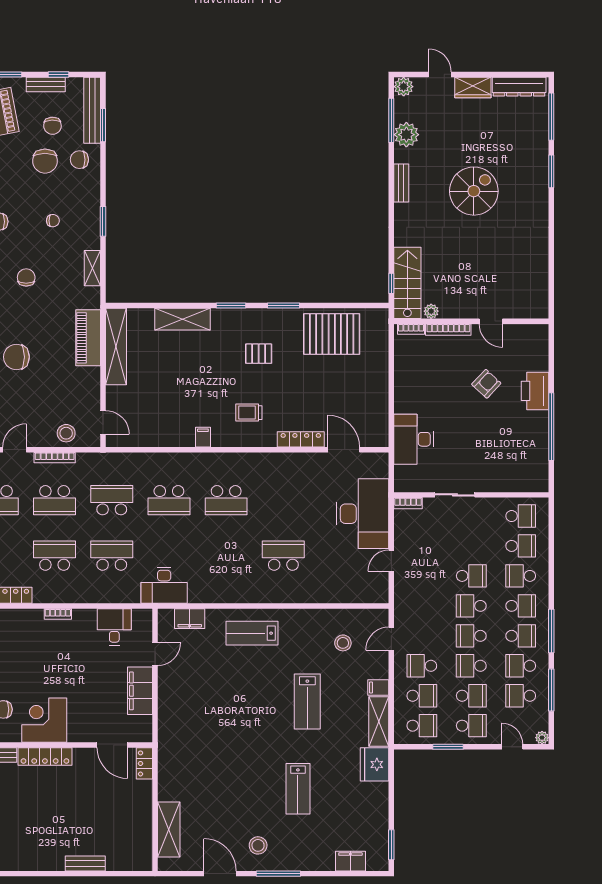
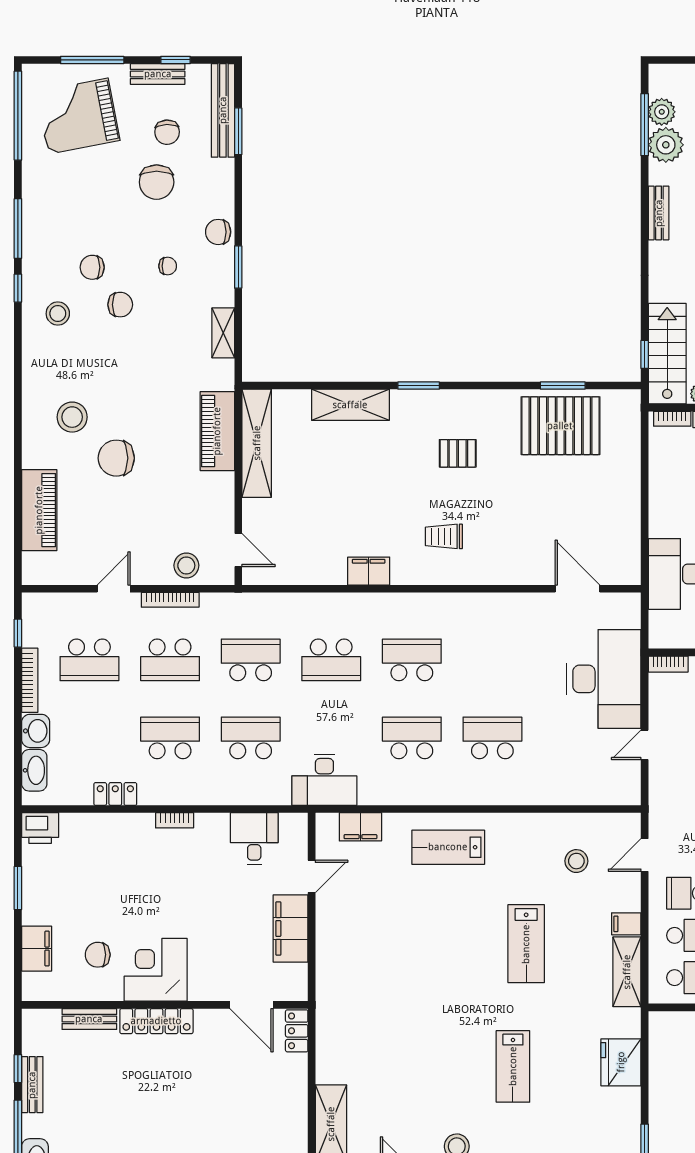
plant: (404, 87) -> (662, 112), moved
chair: (79, 160) -> (218, 232), moved
chair: (26, 277) -> (120, 305), moved, turned 90
window: (284, 306) -> (563, 386), moved
filing cabinet: (203, 437) -> (369, 571), width x2.00
locker: (301, 439) -> (517, 574), removed
school desk: (226, 500) -> (412, 660), turned 180
school desk: (226, 556) -> (412, 738), added
fridge: (375, 764) -> (621, 1062), moved

